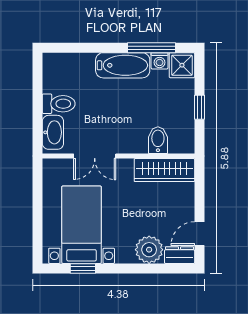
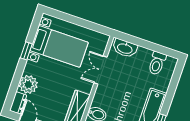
toilet: (59, 104) -> (157, 63), moved
window: (83, 268) -> (26, 51), moved

